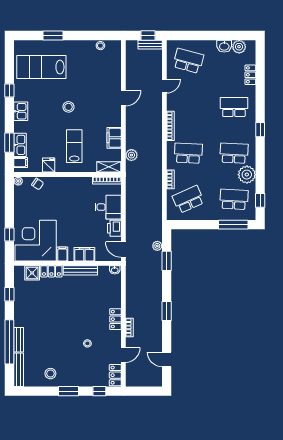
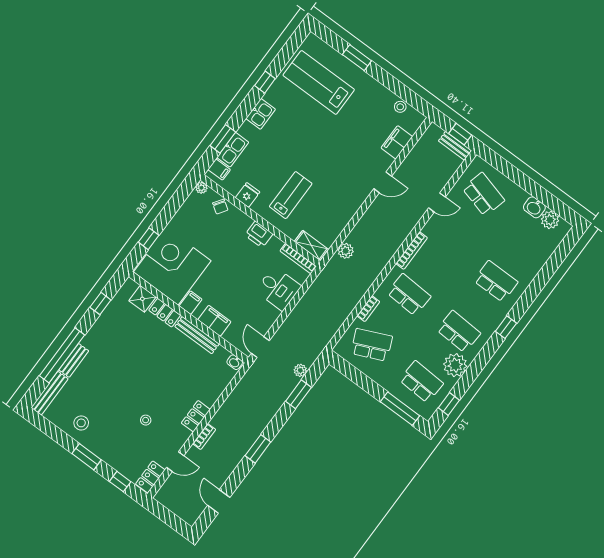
locker: (250, 75) -> (540, 260), removed
stool: (68, 107) -> (316, 148), removed
filing cabinet: (114, 138) -> (397, 142), moved
printer: (114, 228) -> (259, 234), moved, turned -90

